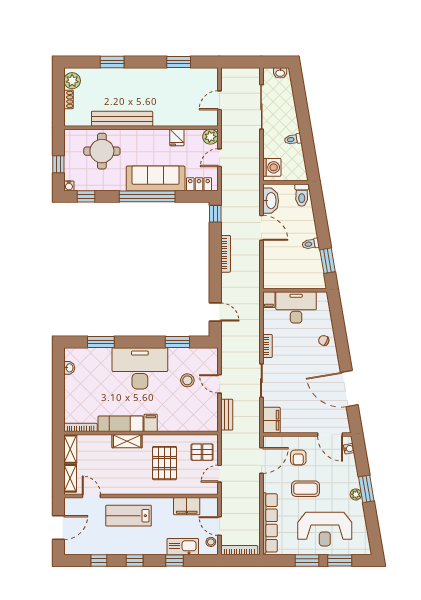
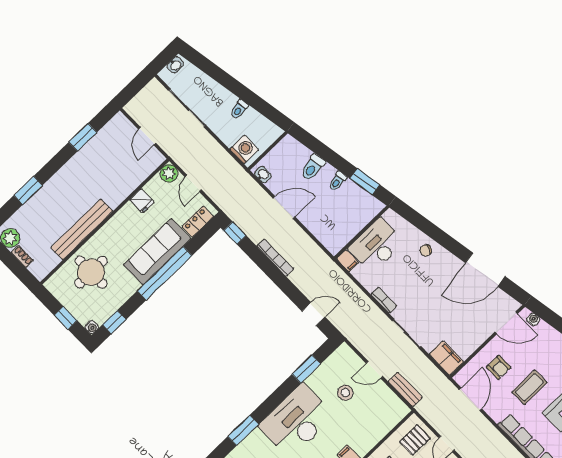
toilet: (302, 195) -> (313, 167), moved, turned 80
washbasin: (271, 201) -> (263, 175), width x0.52, depth x0.69

